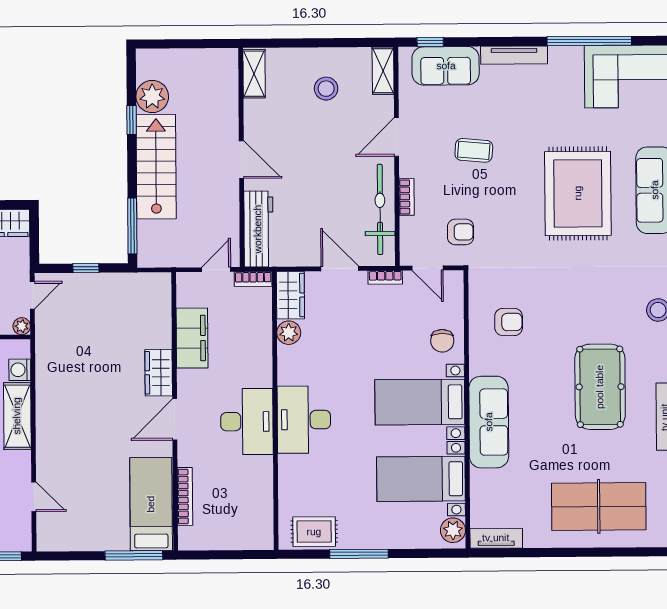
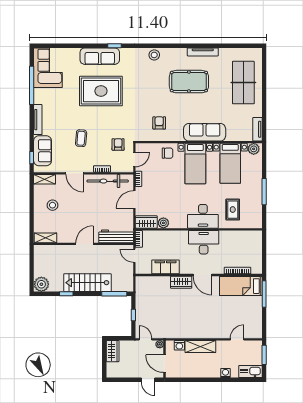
plant: (152, 97) -> (41, 284), moved
rug: (314, 532) -> (233, 210), moved

